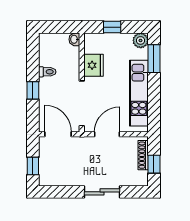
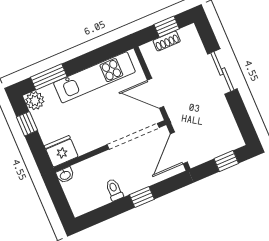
window: (112, 27) -> (27, 124), moved
fridge: (94, 65) -> (61, 151), moved
shoe rack: (143, 155) -> (167, 41), width x0.70

